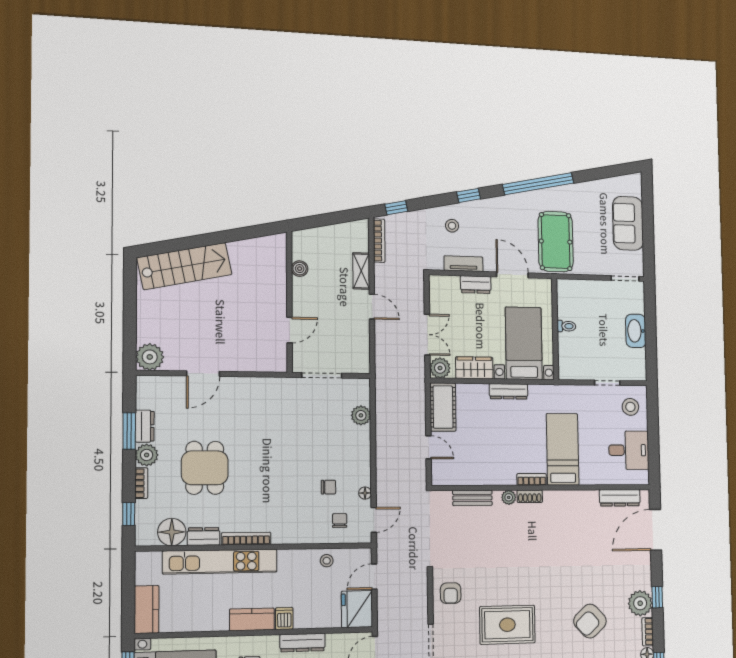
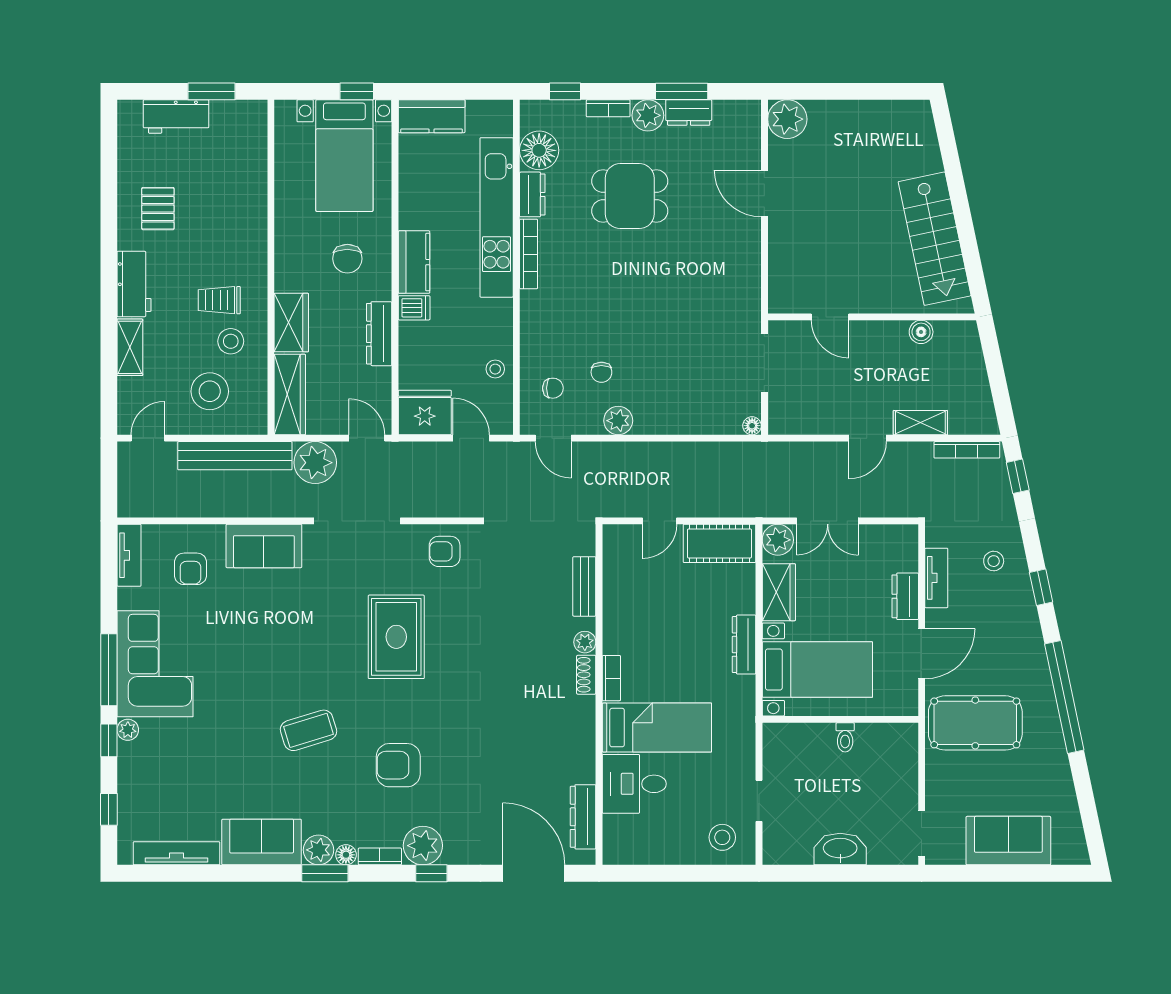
stairs: (185, 266) -> (935, 239), moved
plant: (361, 415) -> (618, 421), moved
desk: (629, 450) -> (634, 784), moved, turned 90
floor lamp: (365, 493) -> (752, 426), moved
armchair: (590, 621) -> (398, 765), turned -47

